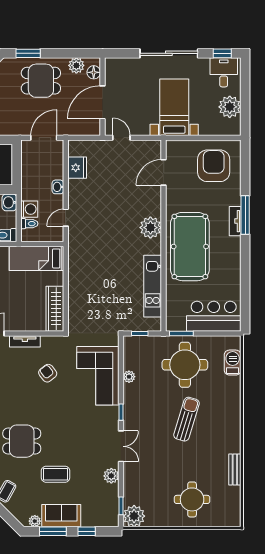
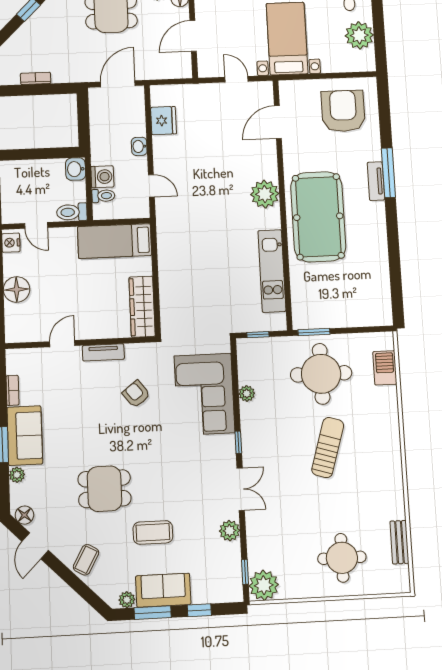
door: (103, 102) -> (193, 36), width x0.73
door: (121, 138) -> (236, 79), moved
door: (66, 218) -> (151, 186), swing flipped
bar counter: (214, 316) -> (356, 307), removed
bench: (235, 470) -> (399, 542), moved

